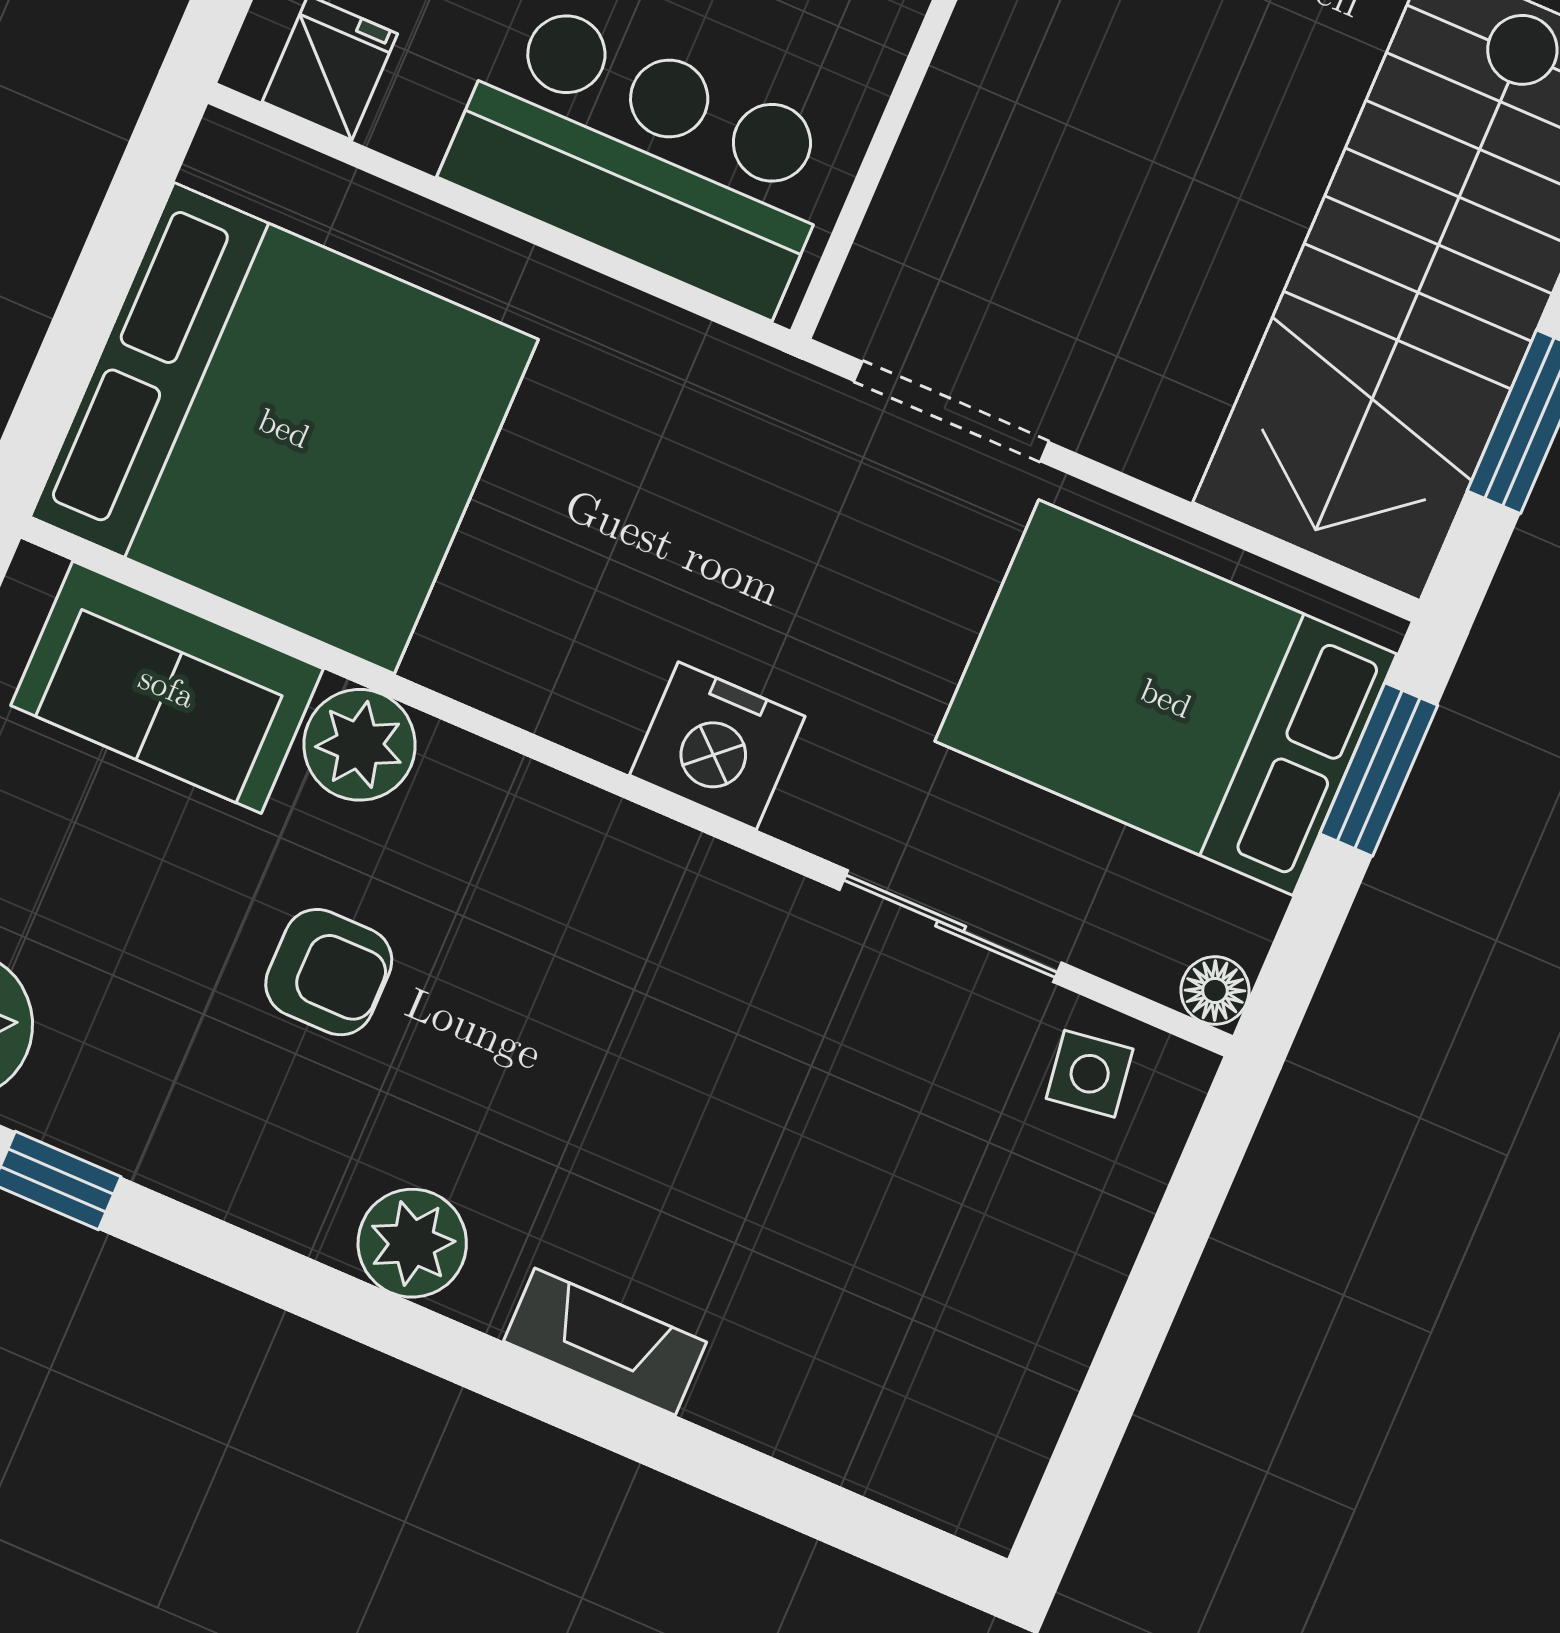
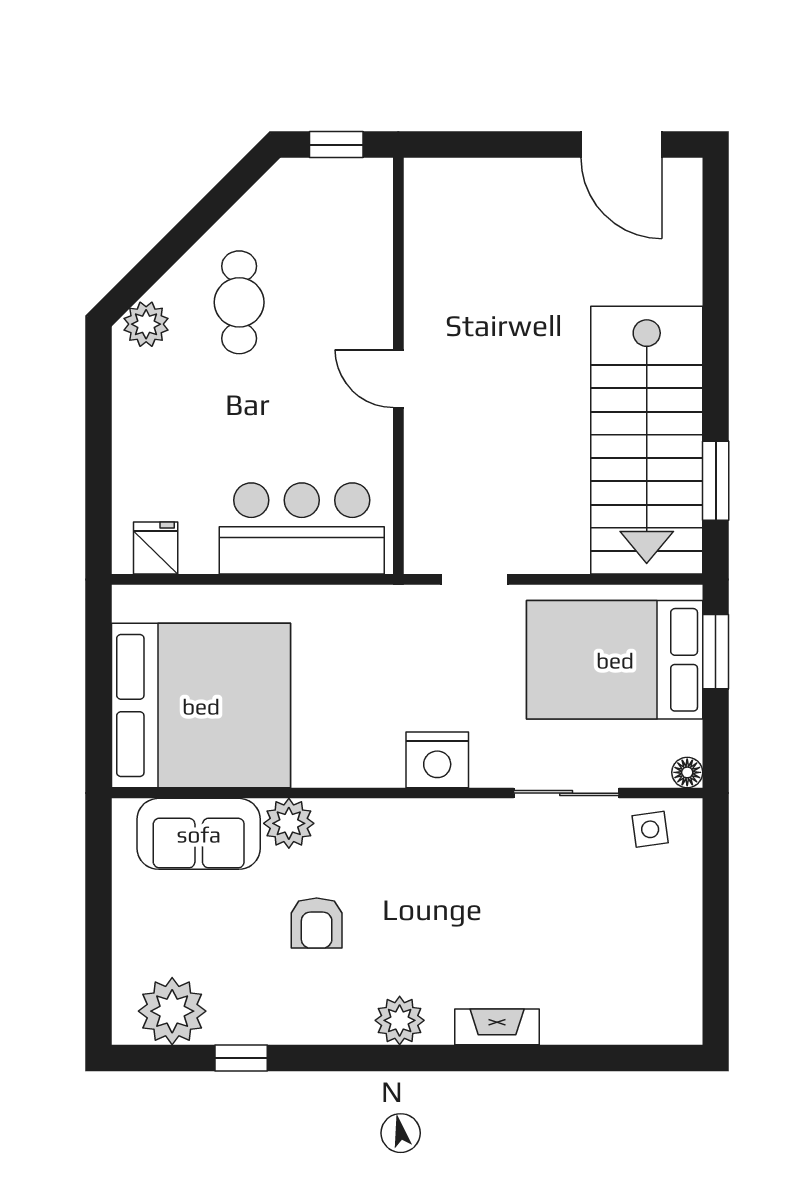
doorway: (951, 411) -> (475, 579), width x0.73
armchair: (329, 972) -> (317, 923), turned 90

